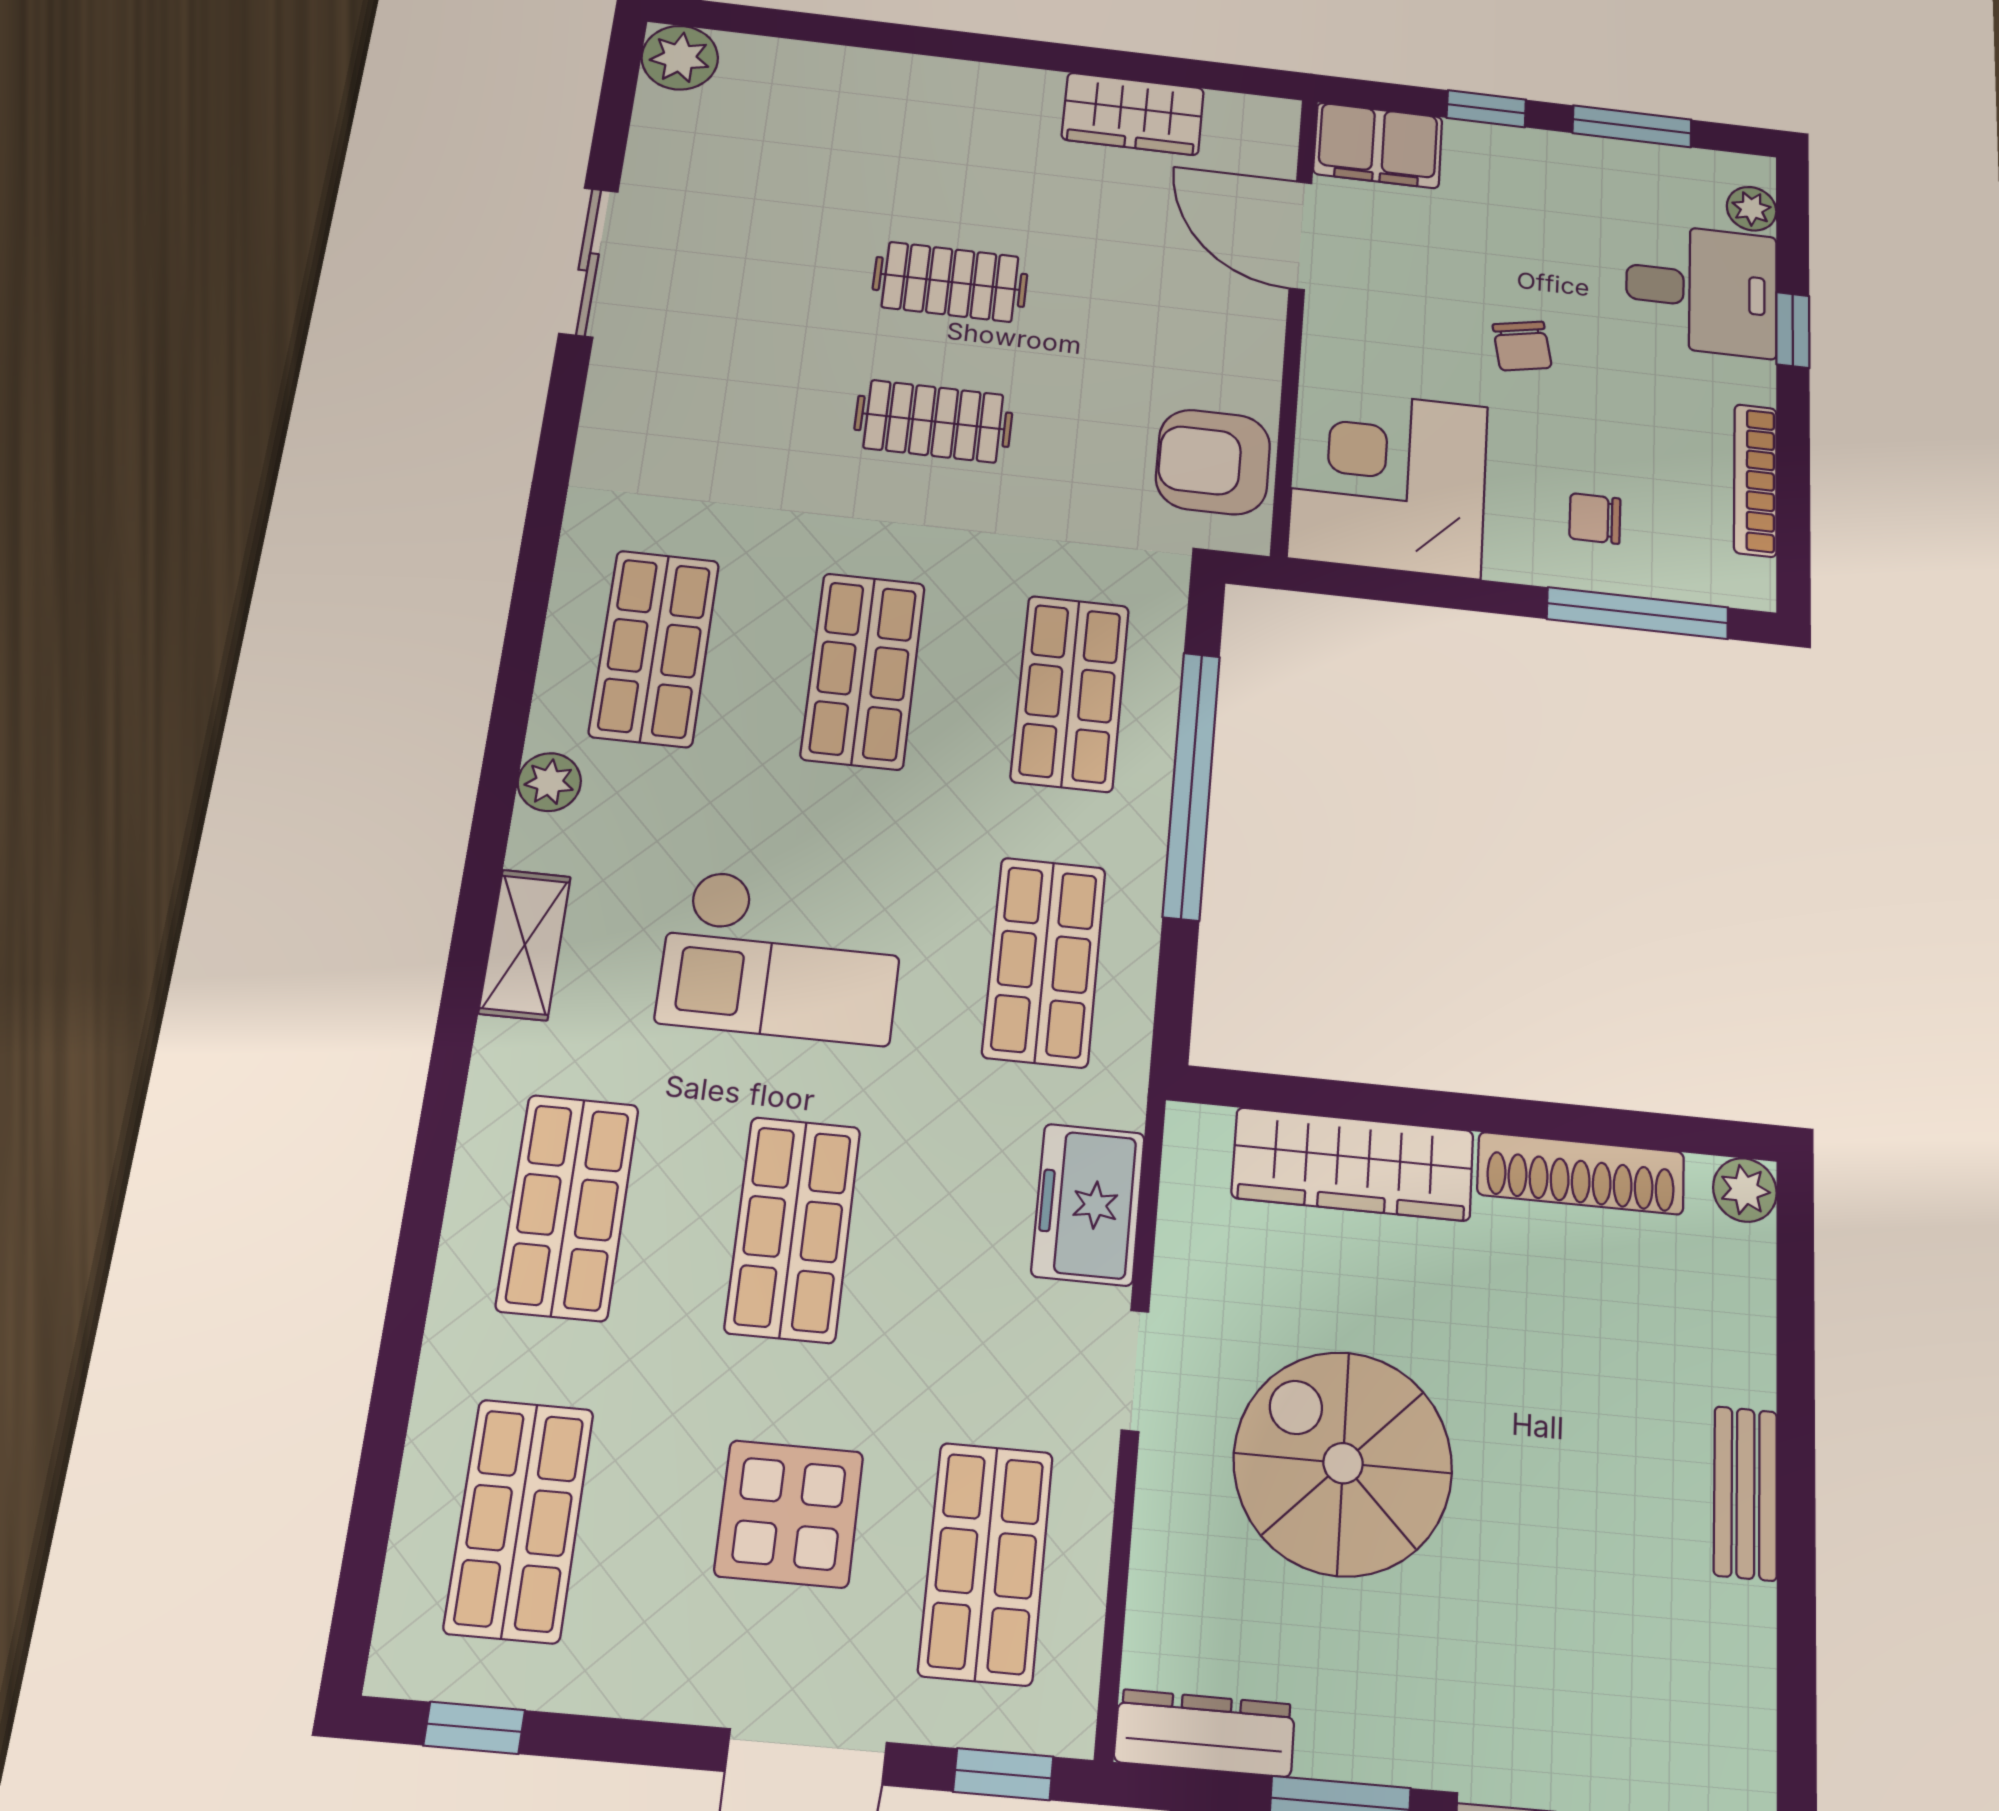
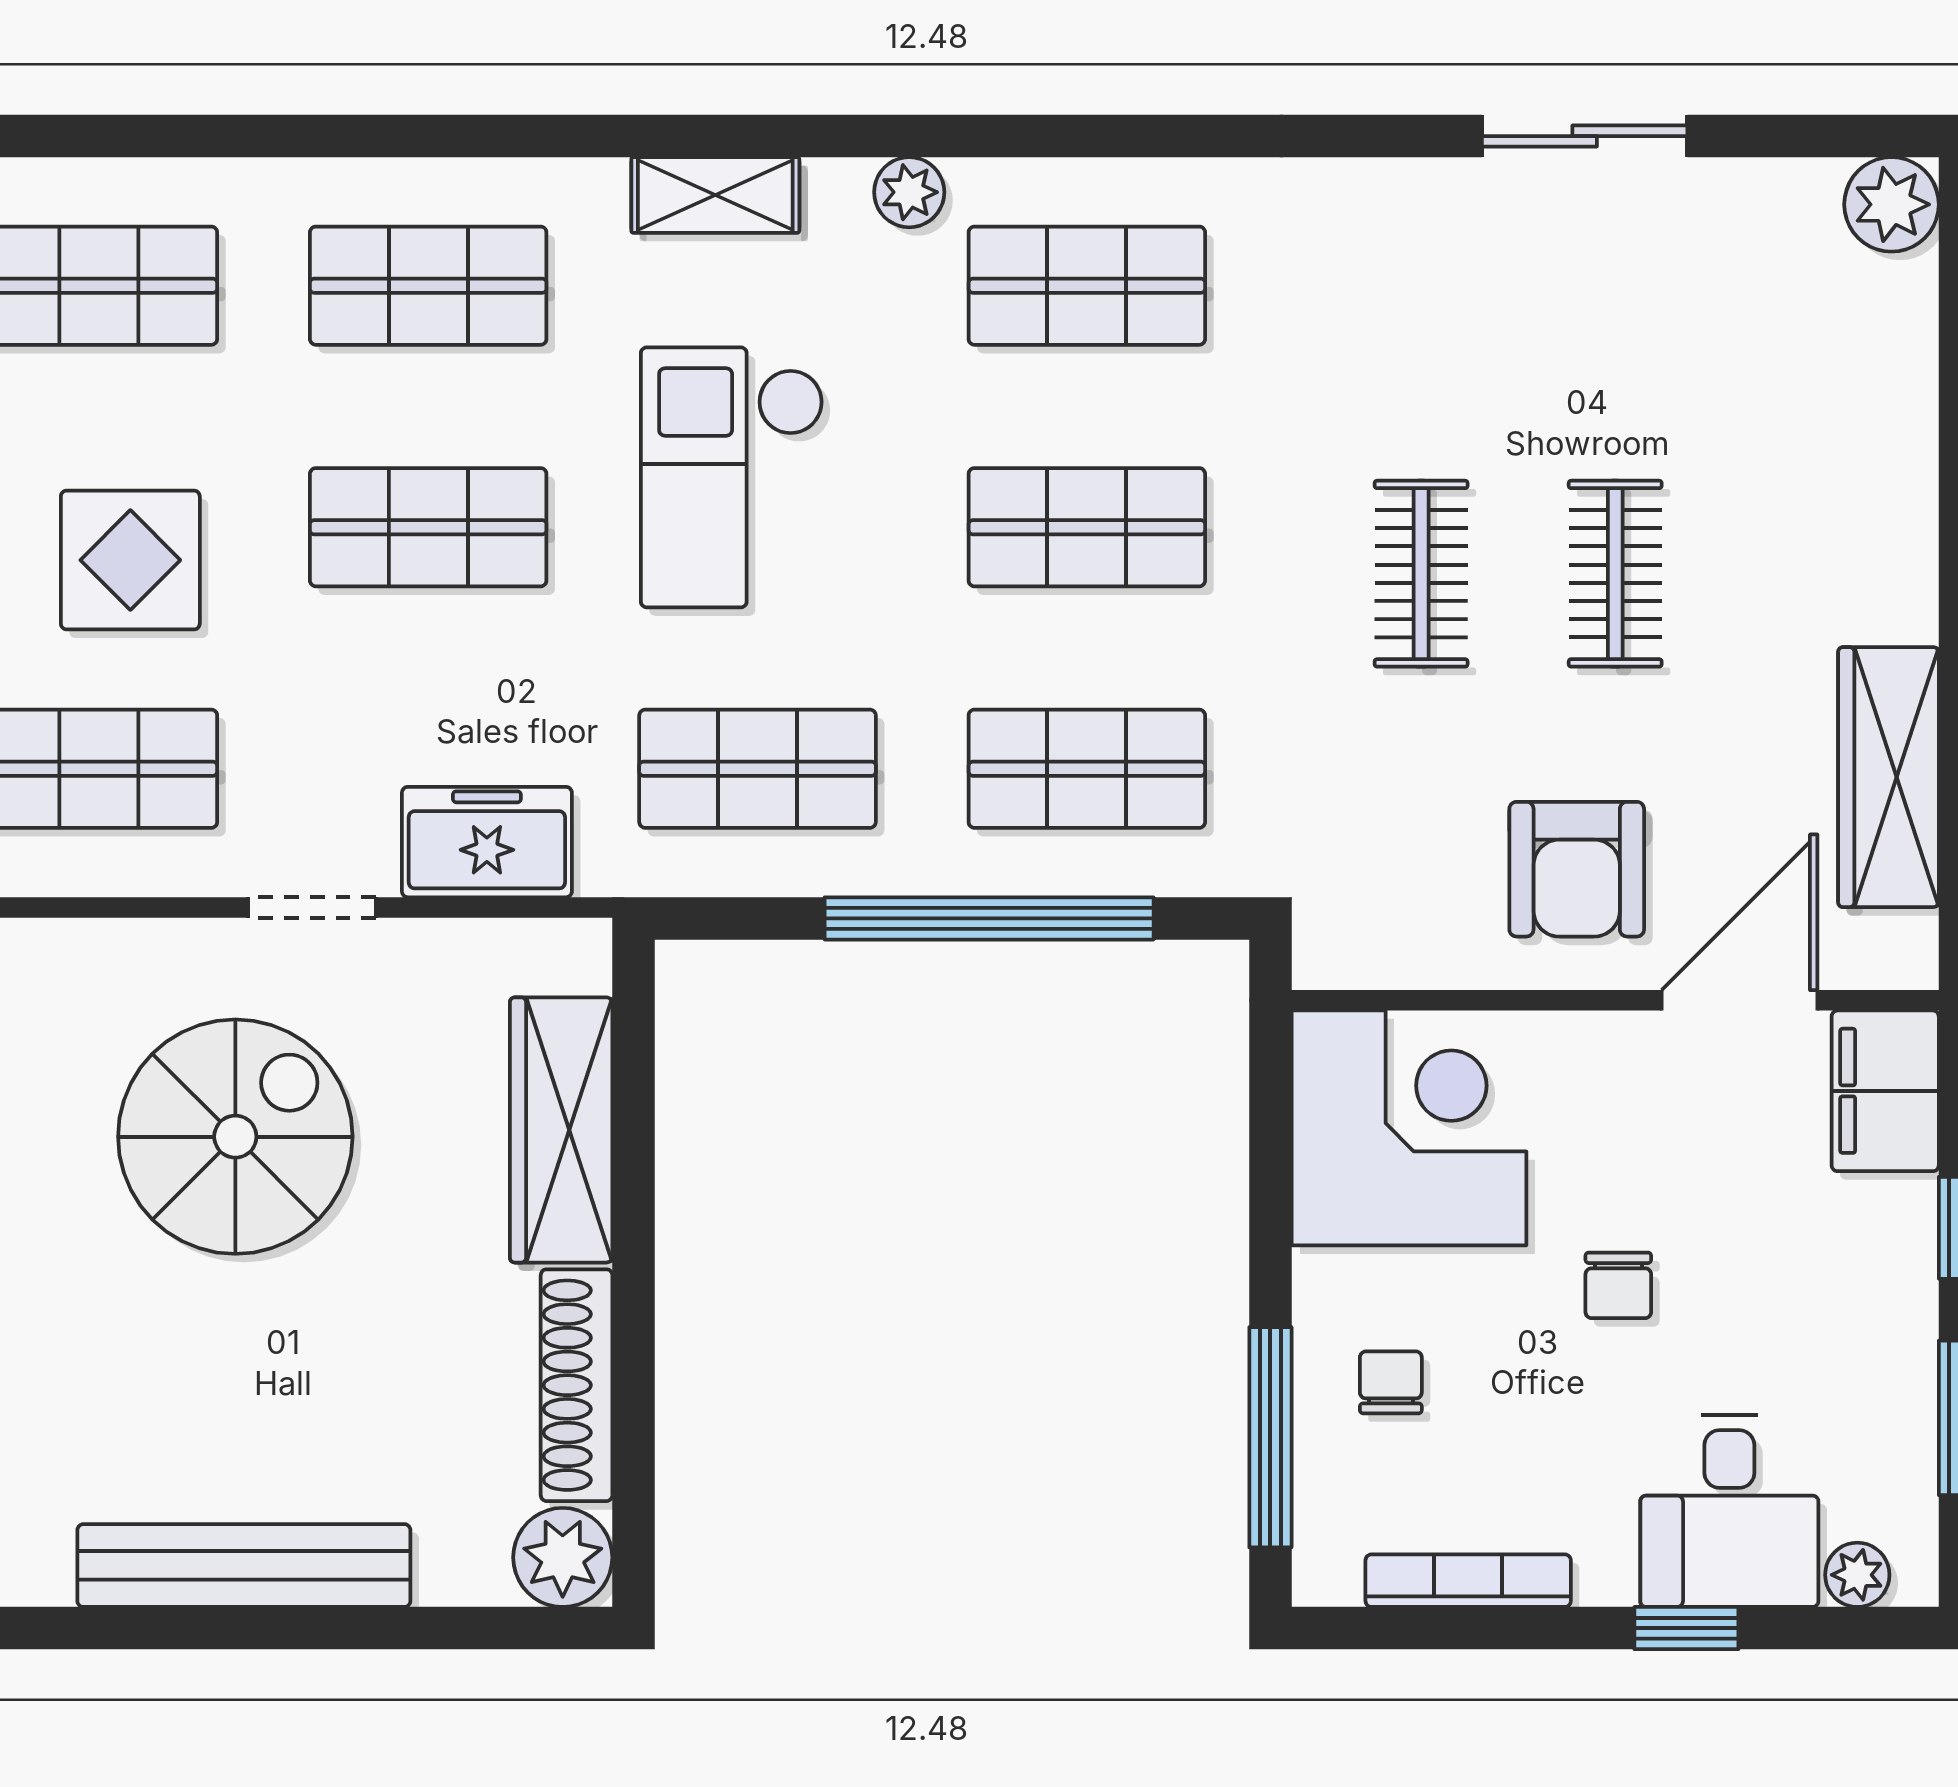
wardrobe: (1133, 114) -> (1888, 777), width x1.50
chair: (1522, 346) -> (1618, 1285), turned -79
armchair: (1213, 462) -> (1577, 869), moved, turned 180
plant: (1745, 1190) -> (563, 1557), width x1.38, depth x1.38
bench: (1745, 1493) -> (244, 1566), width x1.86, depth x1.21

